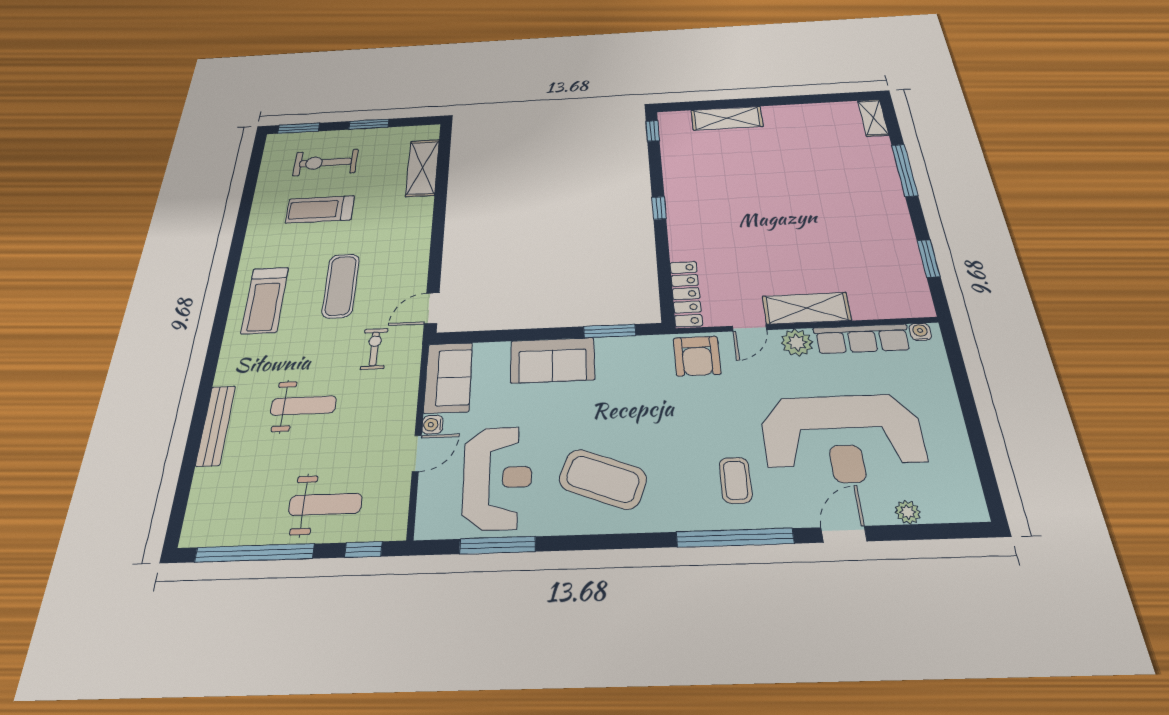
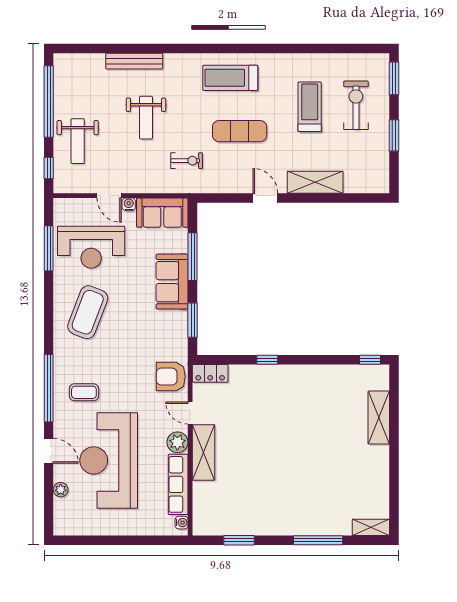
shelving: (423, 168) -> (315, 182), moved
window: (659, 208) -> (267, 360), moved
locker: (686, 294) -> (210, 373), width x0.66
door: (432, 308) -> (265, 198), moved
window: (515, 335) -> (193, 257), added

